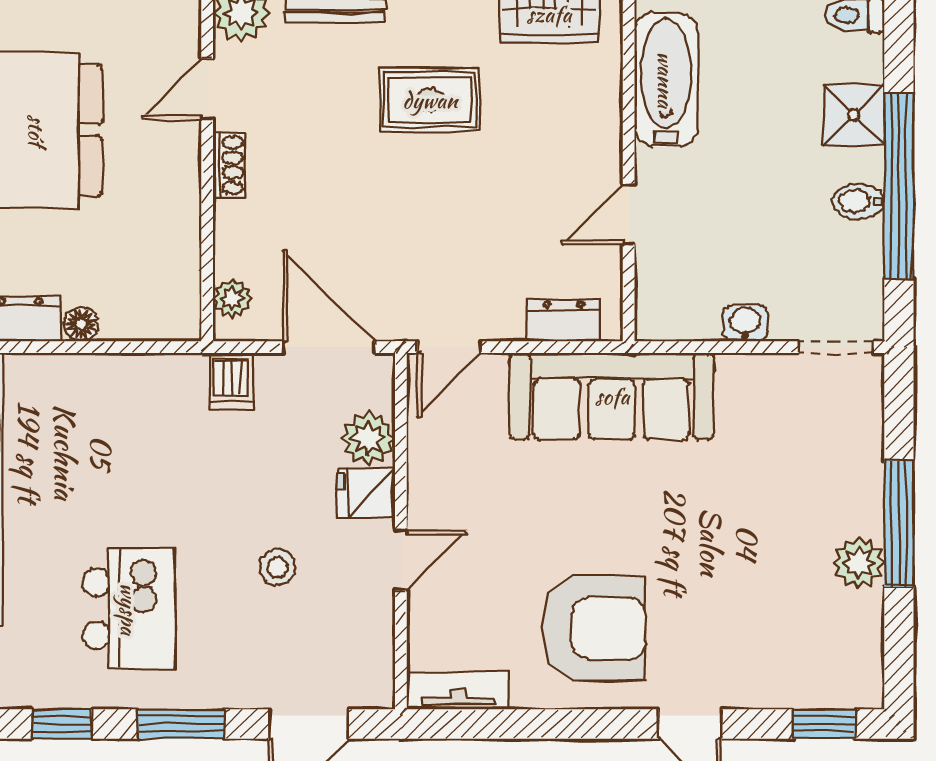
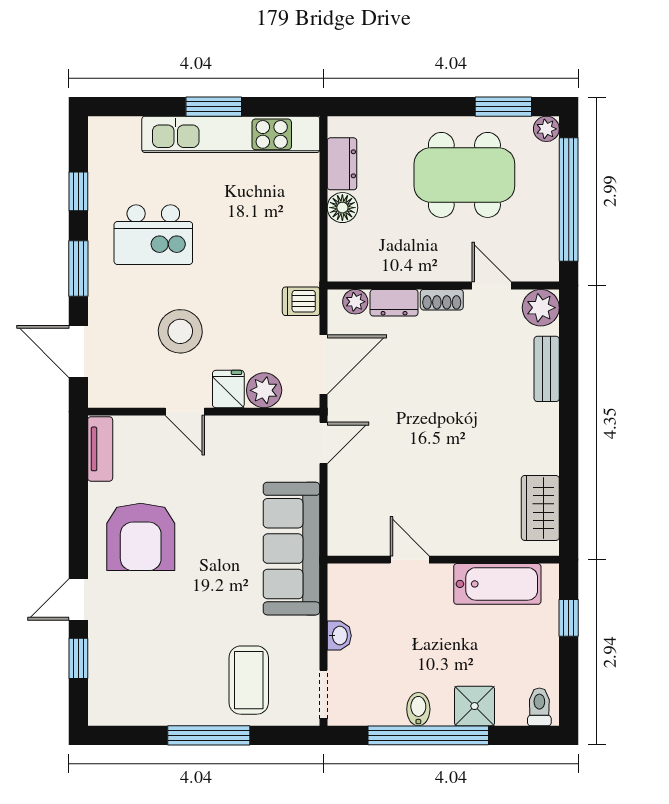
rug: (430, 100) -> (484, 430), removed
dresser: (564, 321) -> (394, 303), moved, turned 90
floor lamp: (81, 324) -> (342, 208), width x1.37, depth x1.37
door: (449, 347) -> (323, 443), swing flipped
coffee table: (814, 462) -> (249, 680), added
plant: (859, 563) -> (183, 709), removed
stool: (278, 567) -> (180, 331), width x1.89, depth x1.89
window: (824, 724) -> (78, 658), moved

